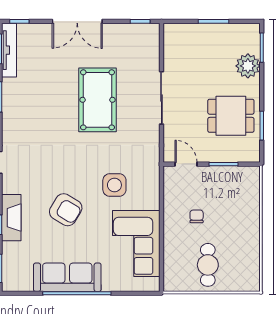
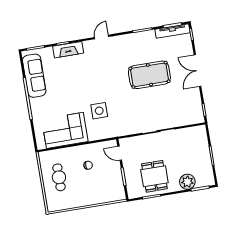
pool table: (97, 100) -> (149, 75), moved
door: (186, 164) -> (120, 153), swing flipped
armchair: (66, 210) -> (79, 83), removed
cafe table: (208, 265) -> (59, 177), turned 90
sofa: (67, 277) -> (34, 76), moved

